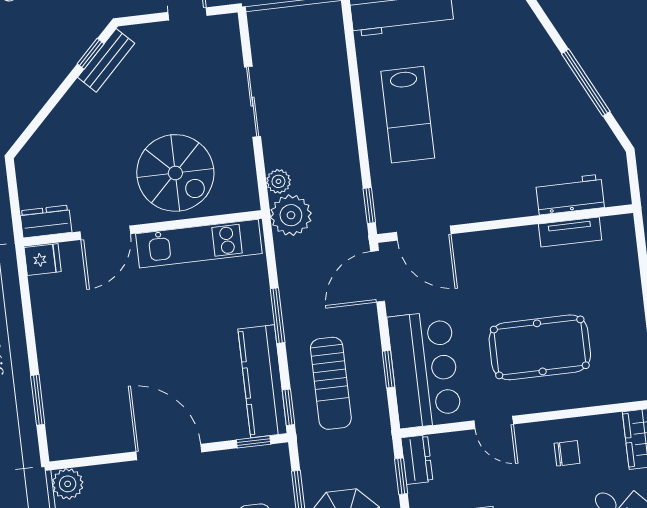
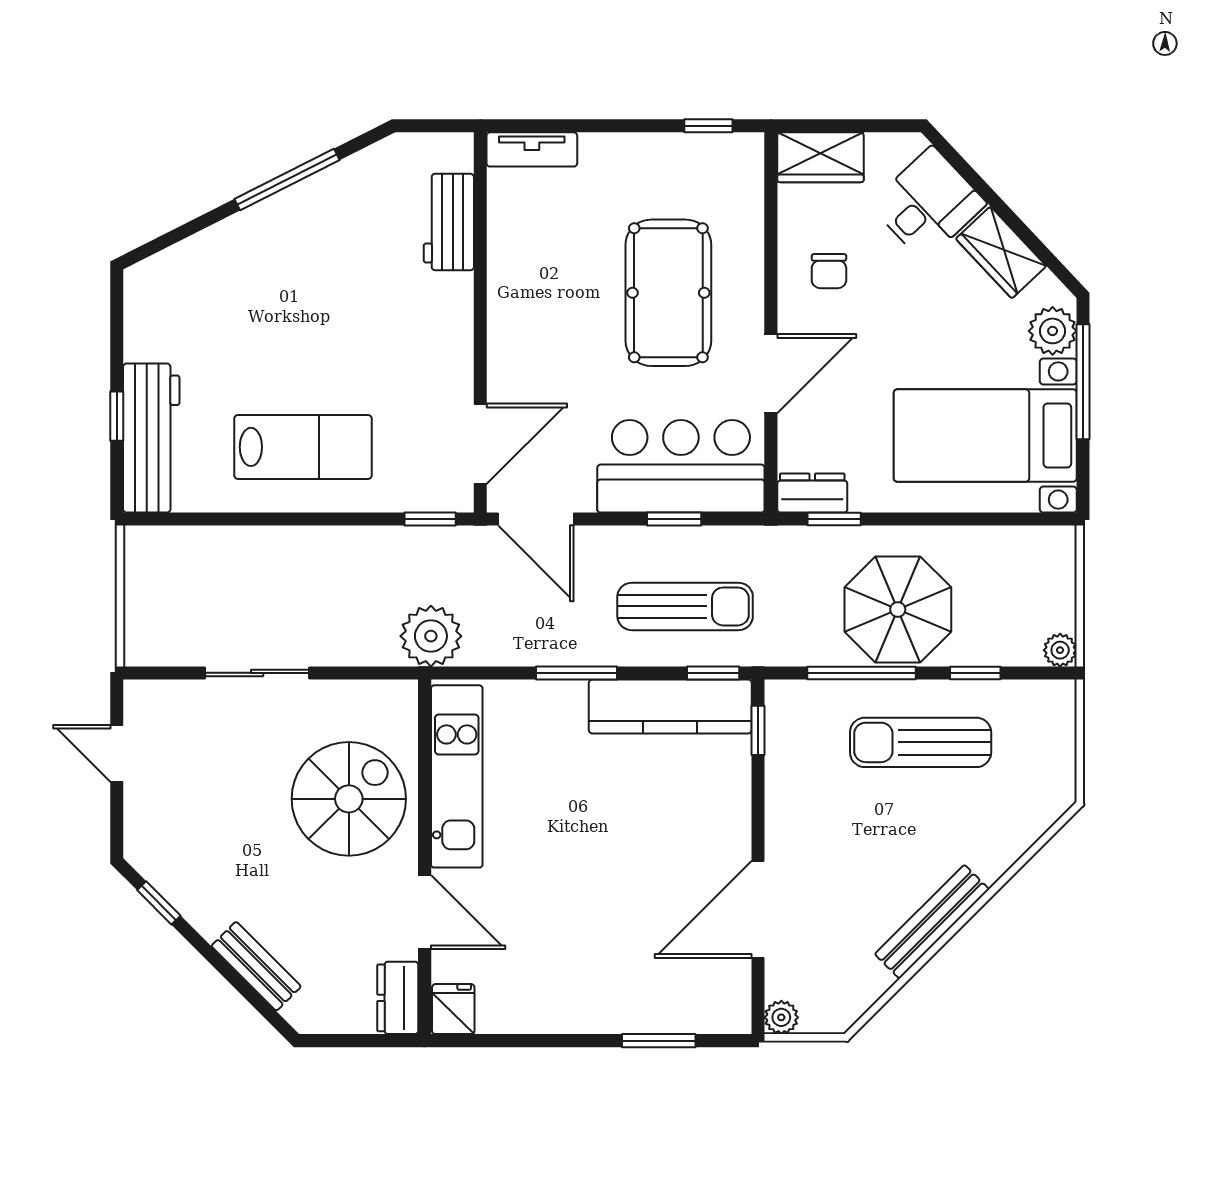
bench: (106, 60) -> (256, 966), moved
plant: (278, 181) -> (379, 649), removed
tv unit: (570, 232) -> (532, 149), moved, turned 90
door: (494, 422) -> (771, 374), width x1.38
door: (169, 452) -> (758, 909), moved
chair: (567, 453) -> (829, 271), turned 180
plant: (68, 484) -> (781, 1017), width x0.73, depth x0.73

